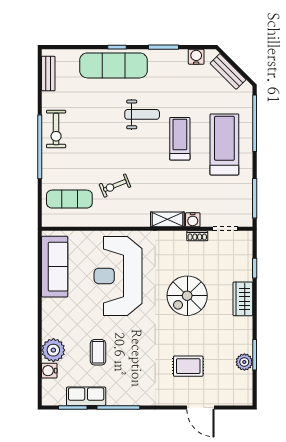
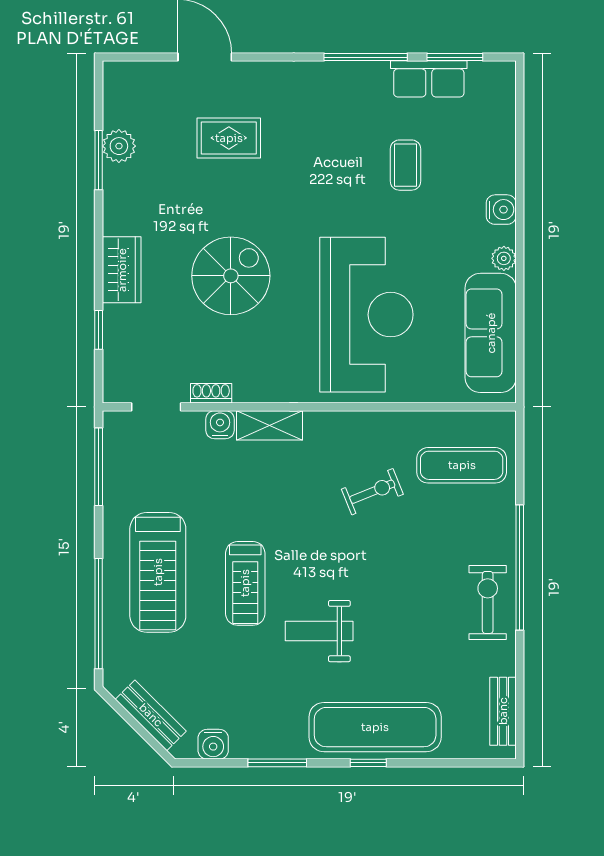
plant: (53, 350) -> (504, 258), moved, width x0.53, depth x0.53
water cooler: (49, 371) -> (501, 210), moved

